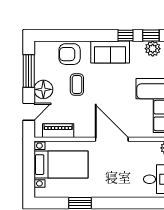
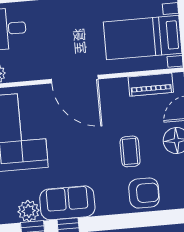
sofa: (110, 52) -> (67, 203), moved

